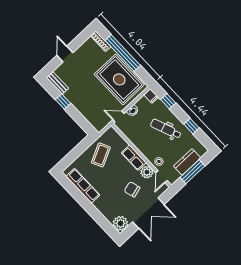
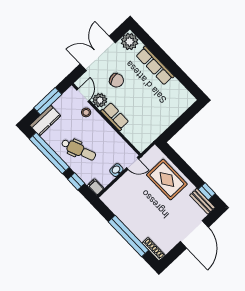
door: (65, 54) -> (194, 234), width x1.87
rug: (119, 79) -> (167, 180), moved, width x0.73, depth x0.69
window: (63, 102) -> (207, 191), moved
window: (191, 126) -> (49, 153), width x3.17
coffee table: (101, 155) -> (152, 119), removed
kitchen counter: (187, 162) -> (45, 121), moved
row of seats: (83, 186) -> (155, 66), moved

